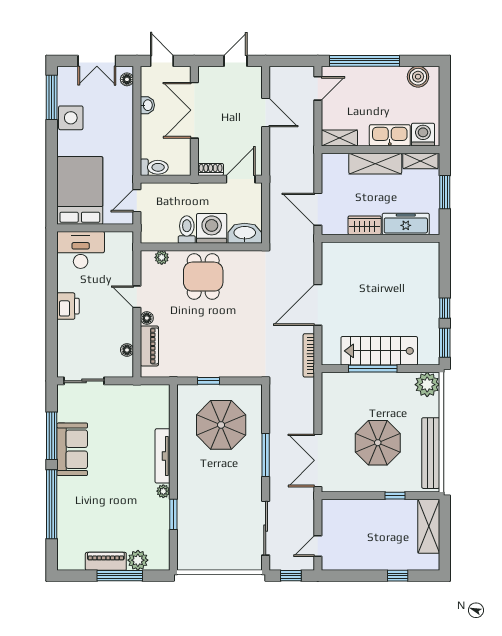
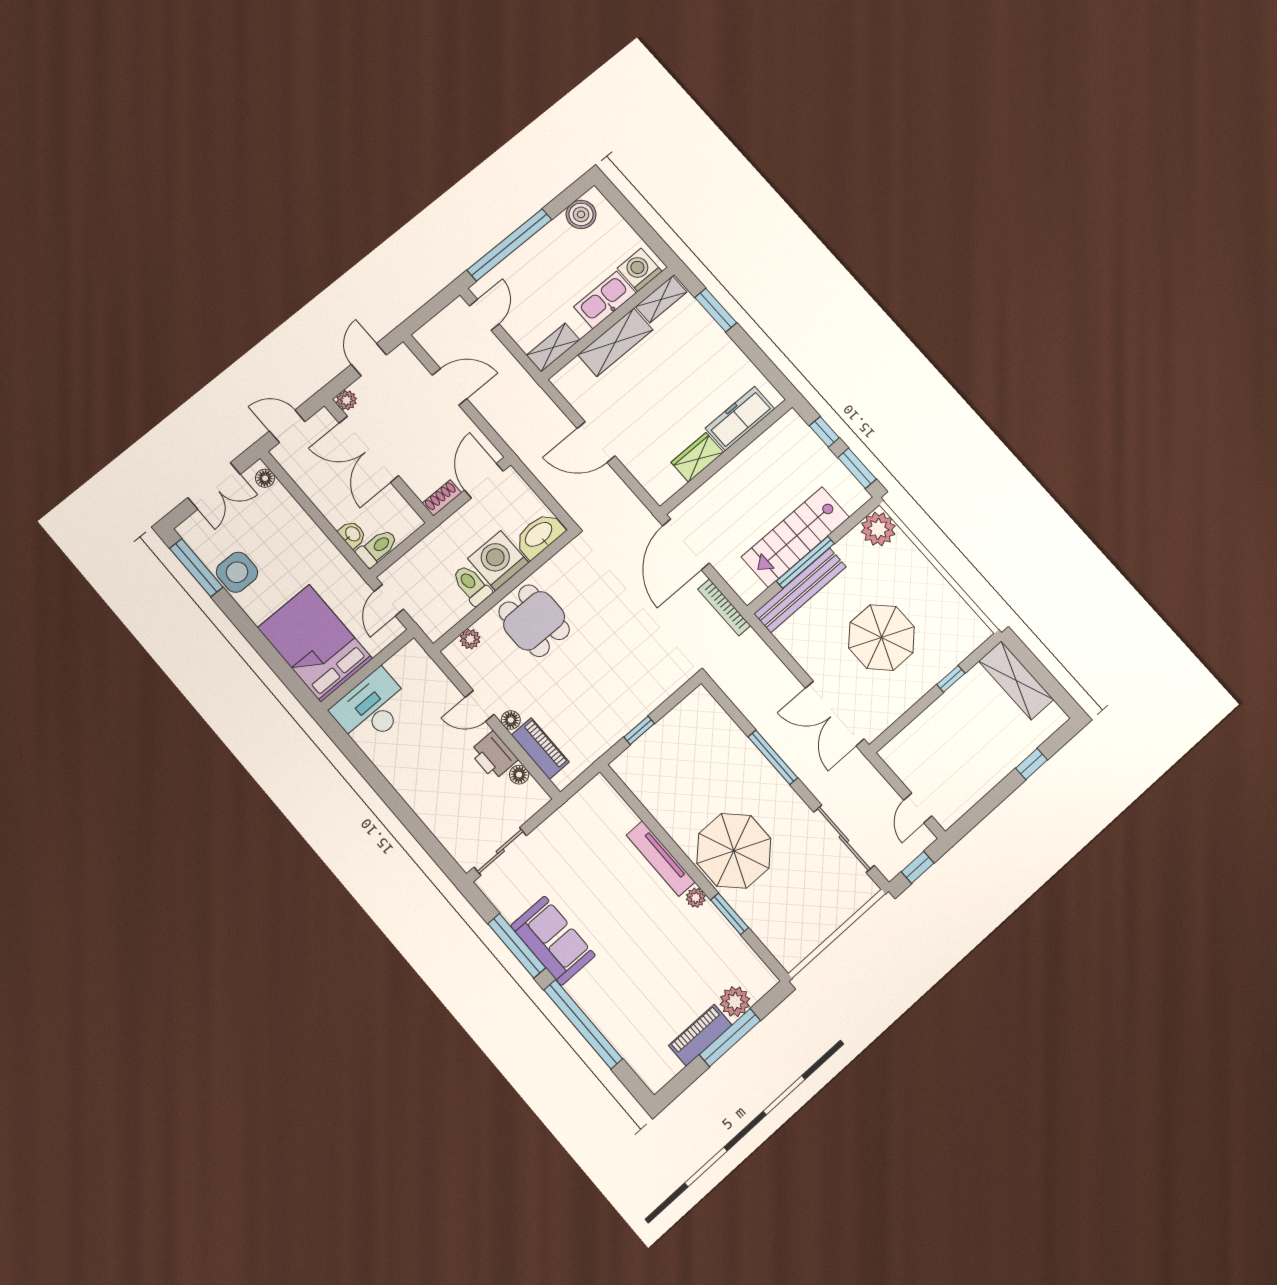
plant: (205, 73) -> (346, 400), added
washbasin: (147, 105) -> (352, 534), moved
freezer: (406, 224) -> (740, 419), moved
wardrobe: (365, 225) -> (697, 457), moved
wall: (380, 238) -> (726, 457), moved
printer: (68, 306) -> (494, 755), moved, turned 180
parasol: (221, 425) -> (734, 851), moved
bench: (431, 453) -> (800, 590), moved, turned 90

